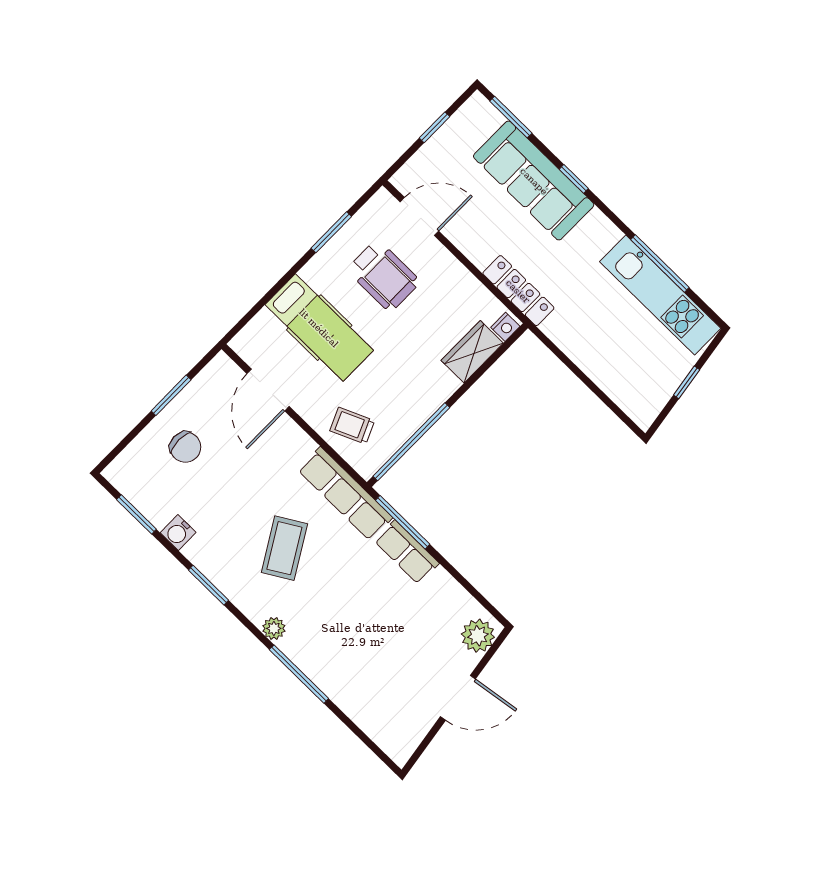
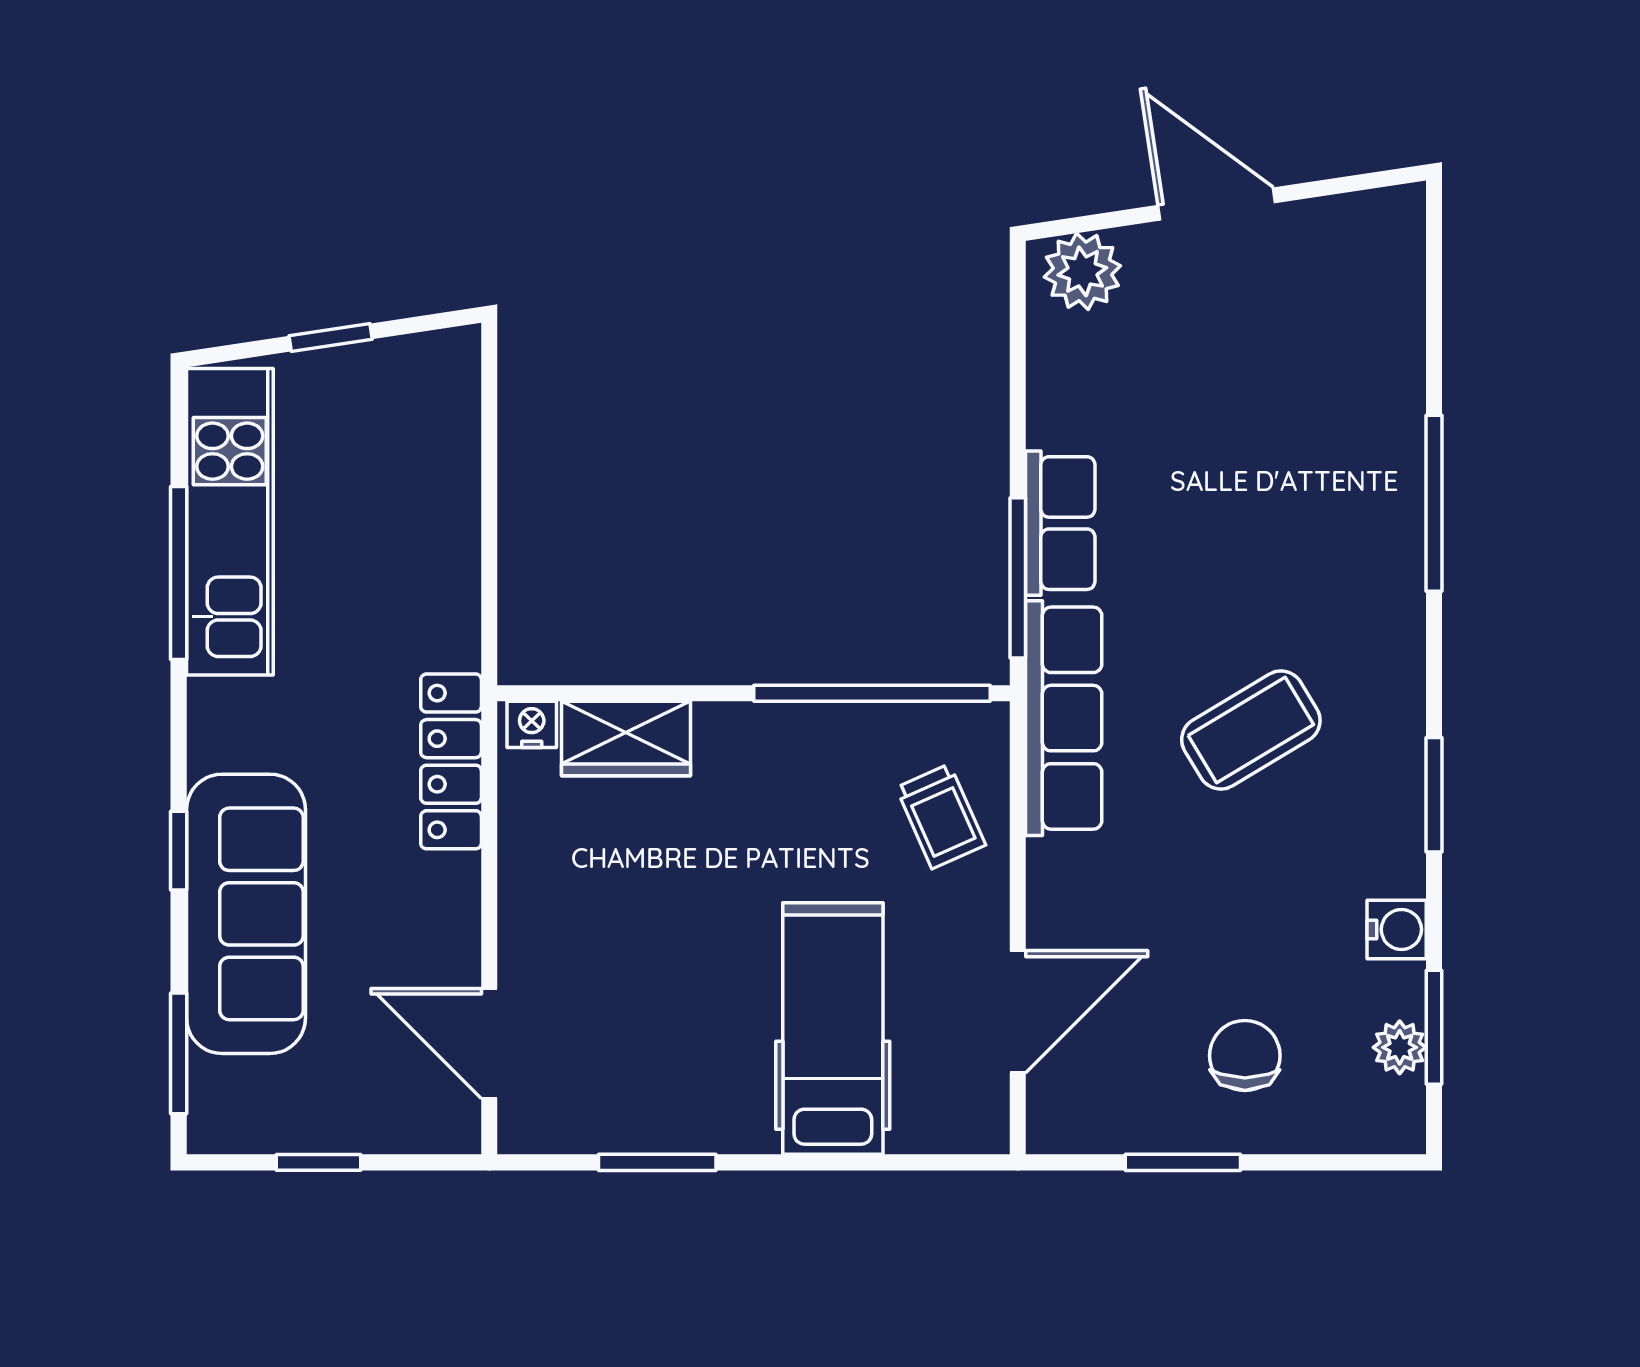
wheelchair: (384, 276) -> (644, 1007), removed
plant: (274, 628) -> (1400, 1047), moved

